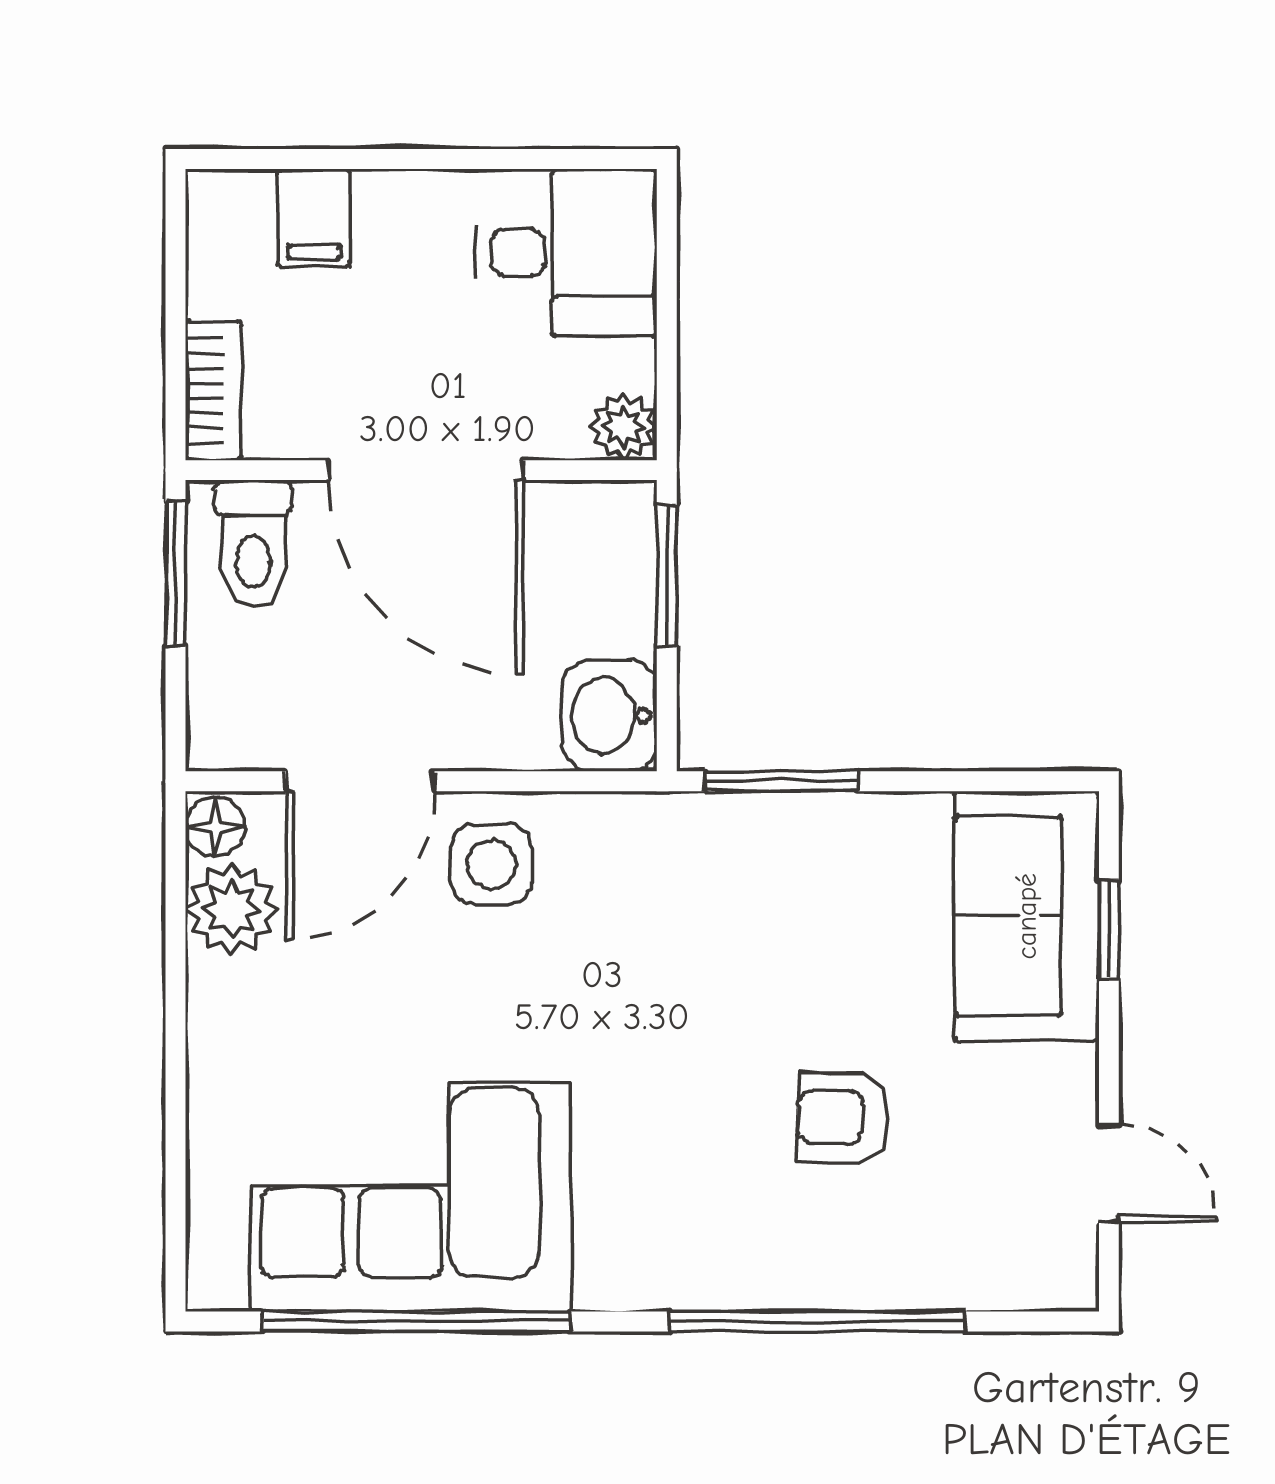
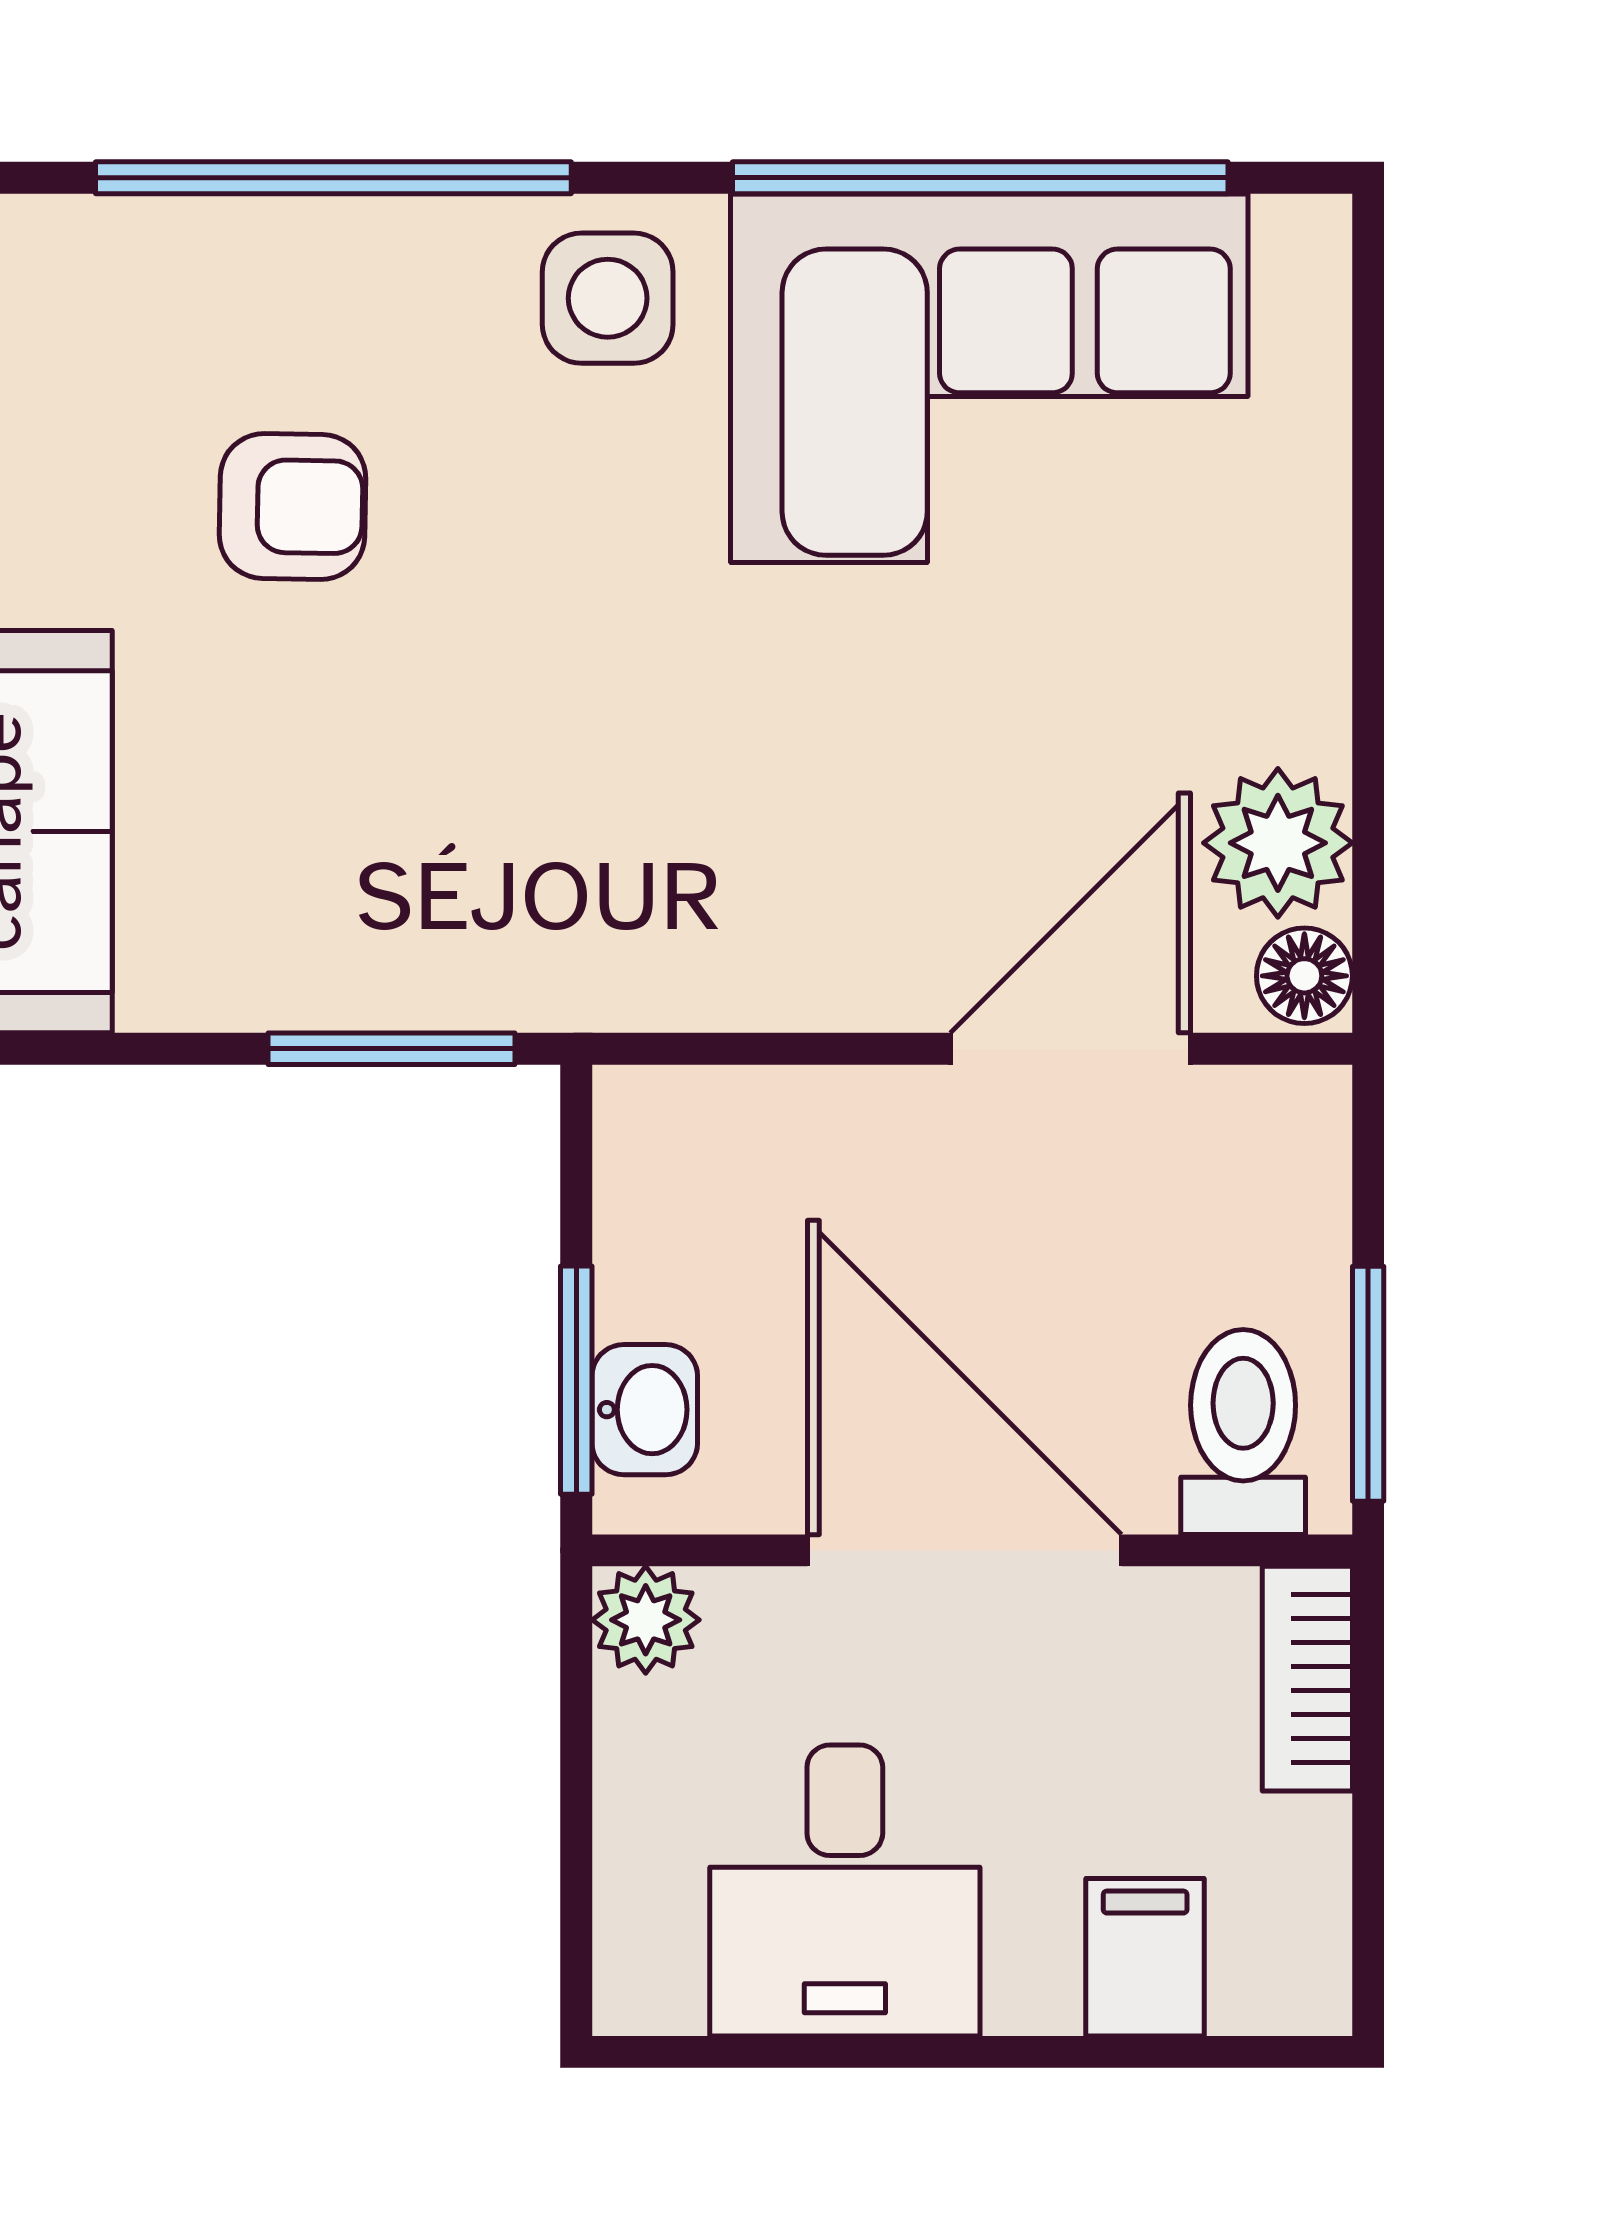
desk: (567, 253) -> (845, 1890), moved, turned -90
washbasin: (610, 716) -> (645, 1410), moved, width x0.72, depth x0.69
side table: (491, 864) -> (608, 298), moved

